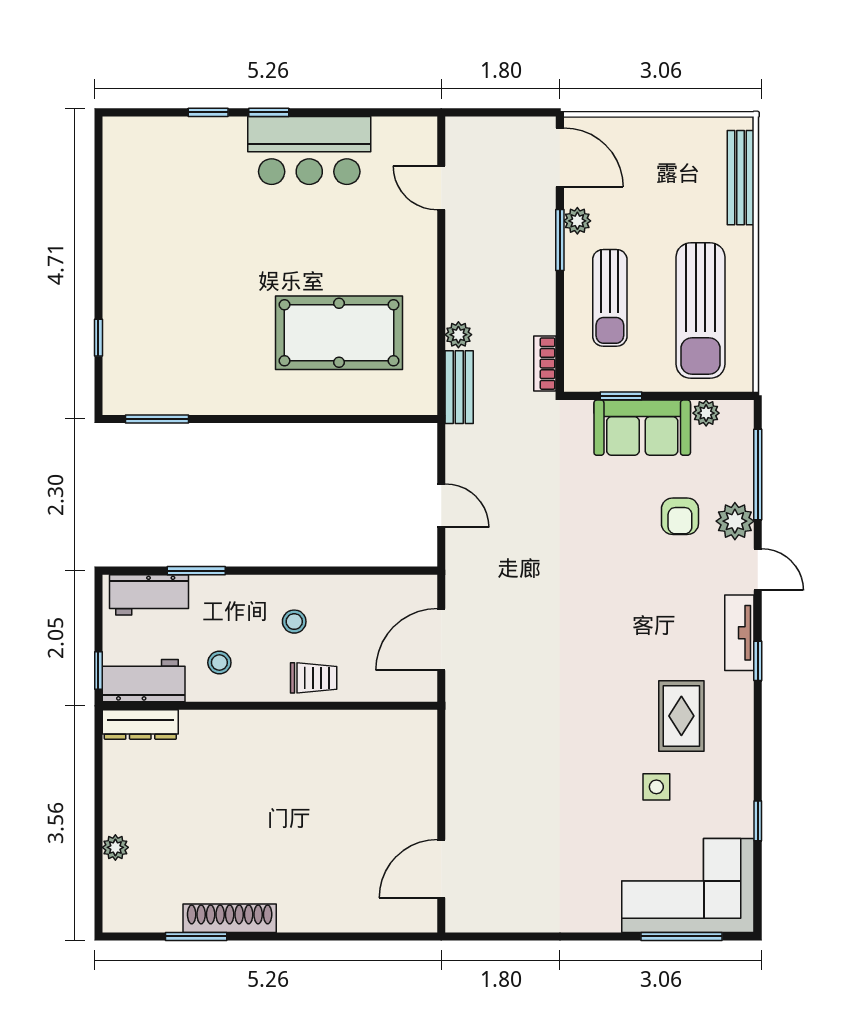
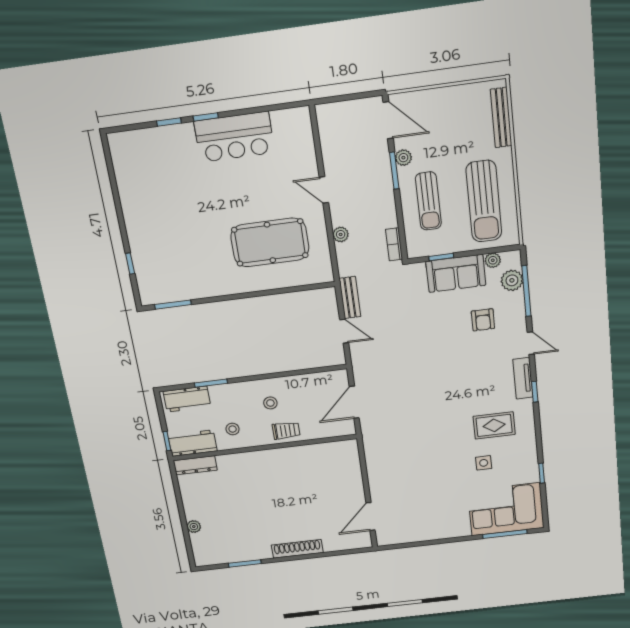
door: (441, 188) -> (324, 190), moved
bench: (459, 387) -> (350, 297), moved
plant: (735, 521) -> (512, 280), moved
rug: (681, 716) -> (494, 425), turned 90
shoe rack: (230, 918) -> (297, 549), moved

